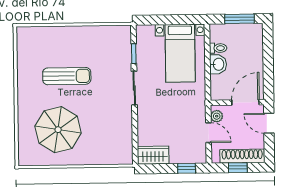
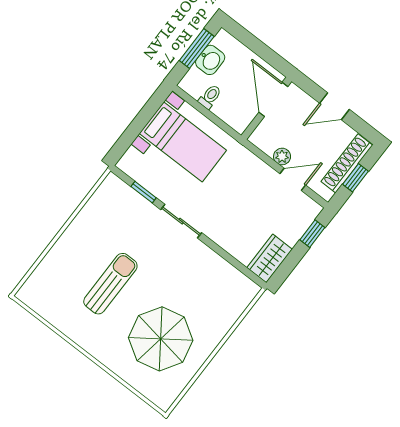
washbasin: (218, 64) -> (210, 60), moved, turned 90
wall: (237, 102) -> (266, 108), moved
door: (245, 102) -> (273, 99), moved

